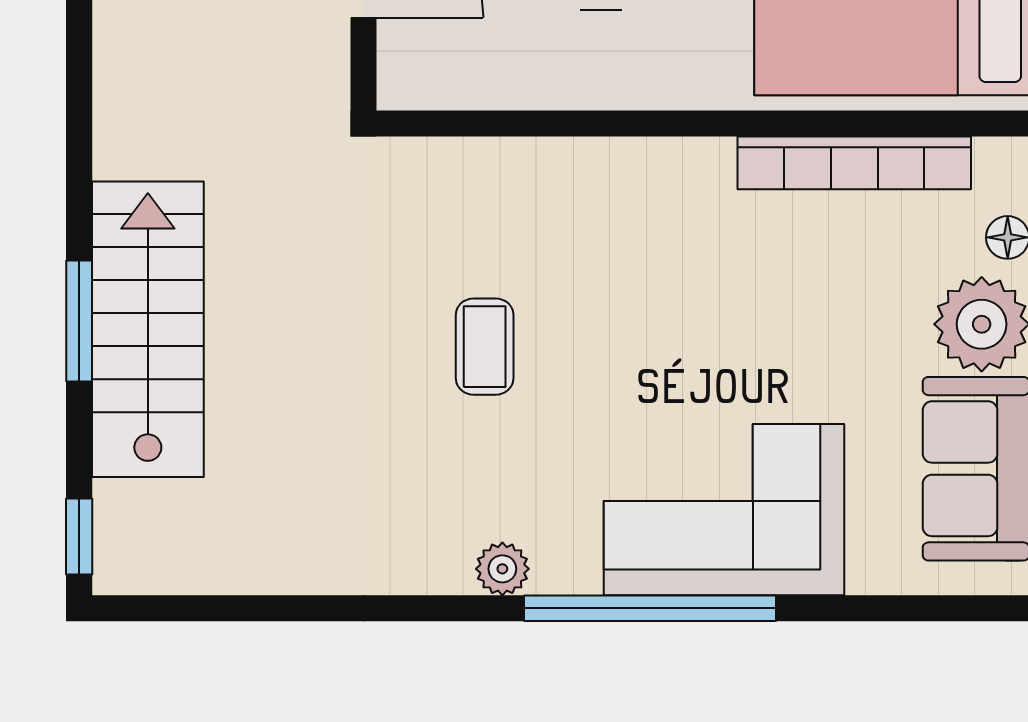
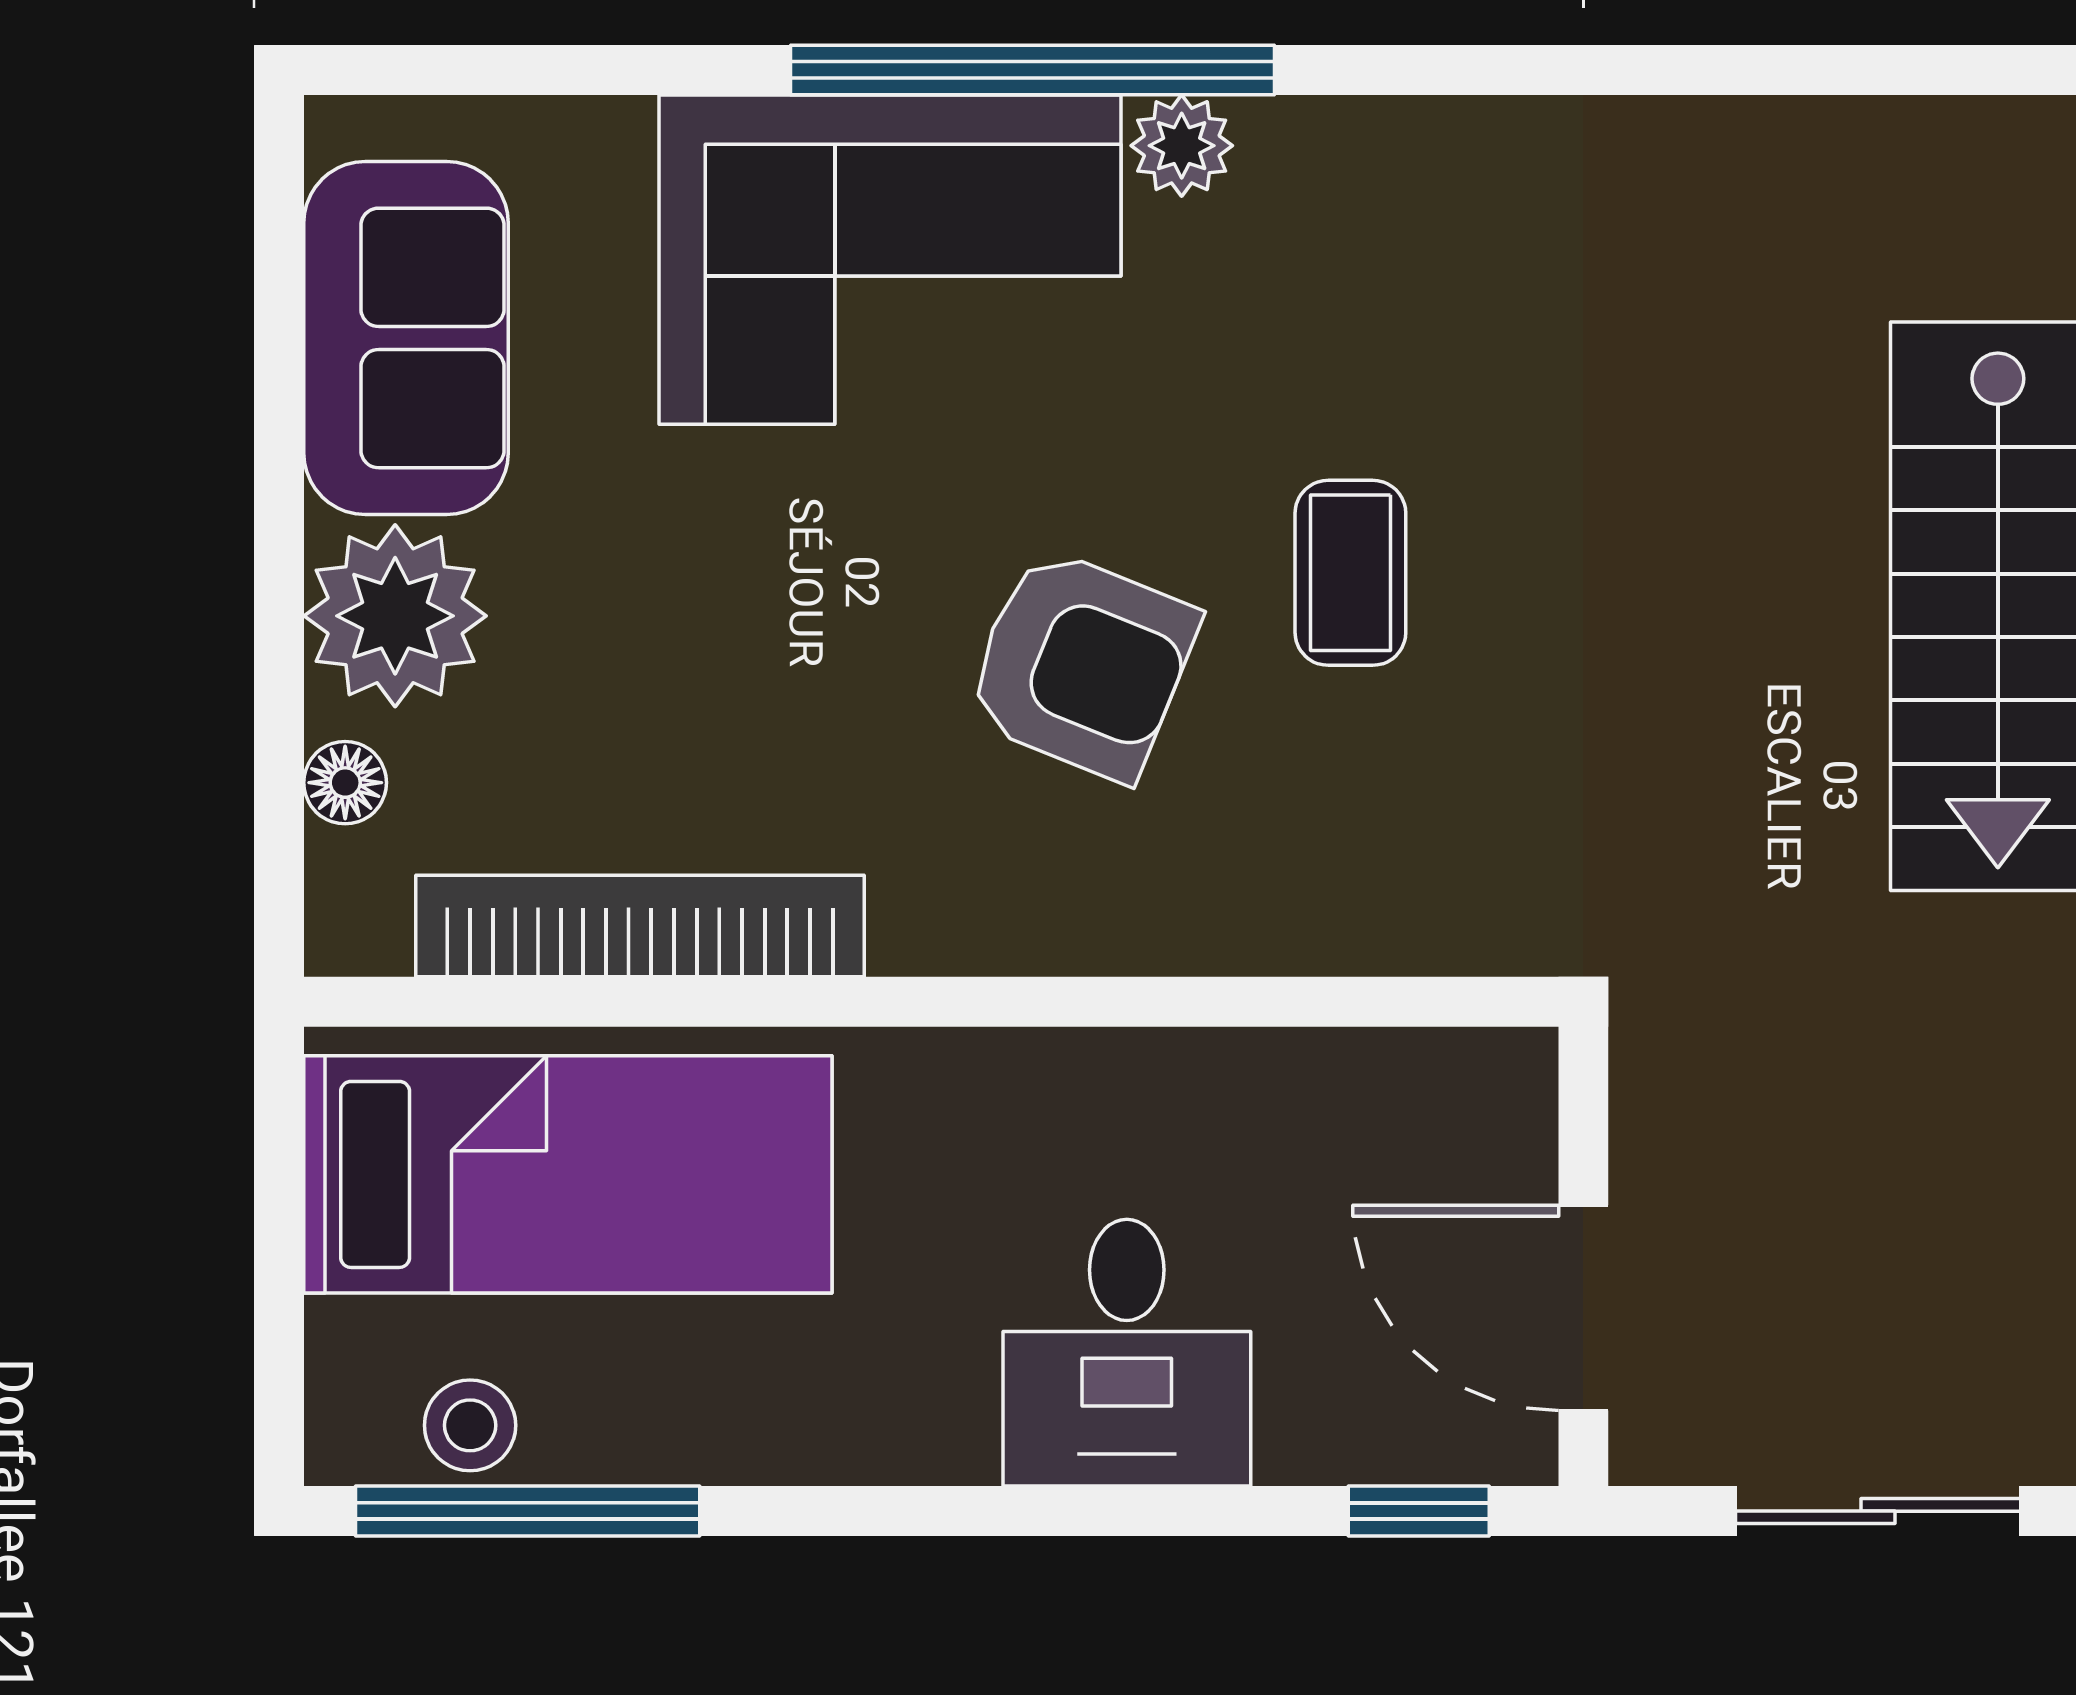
armchair: (625, 299) -> (1081, 664), added
plant: (502, 569) -> (1182, 146), moved

